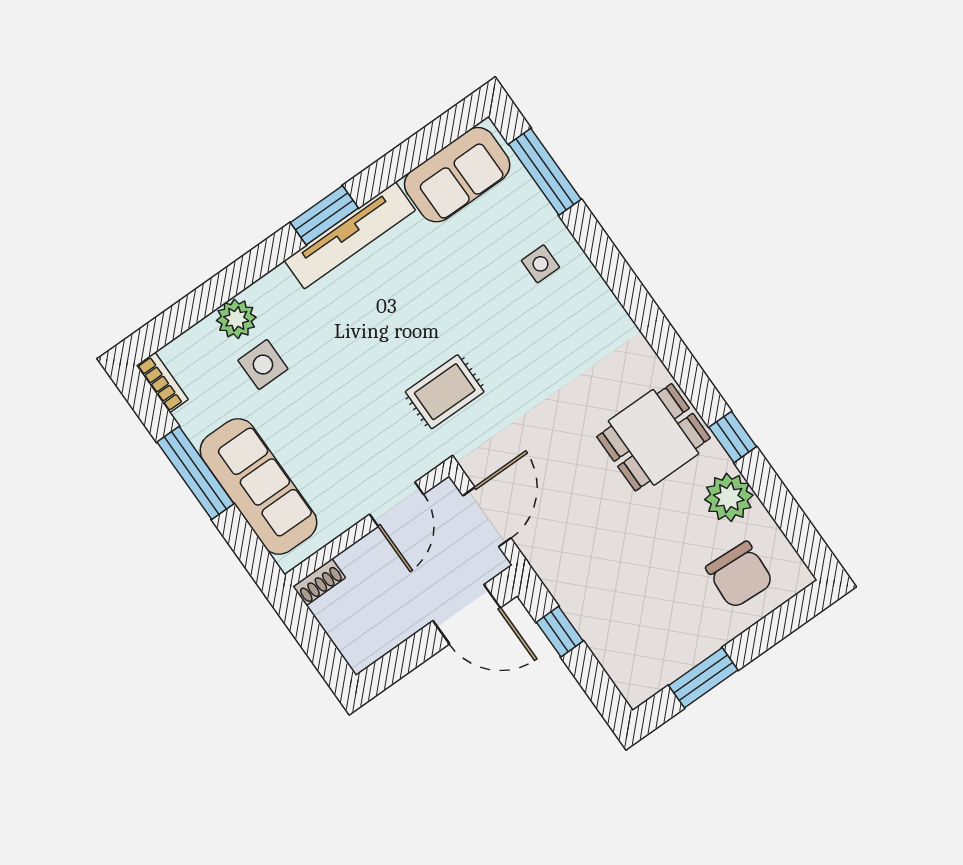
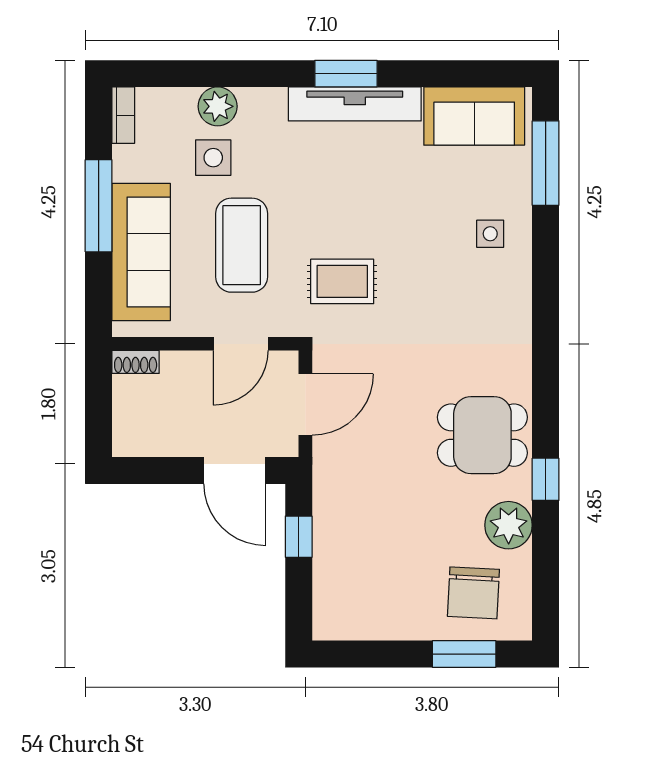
coffee table: (339, 421) -> (242, 245), added
window: (703, 678) -> (464, 654), moved

